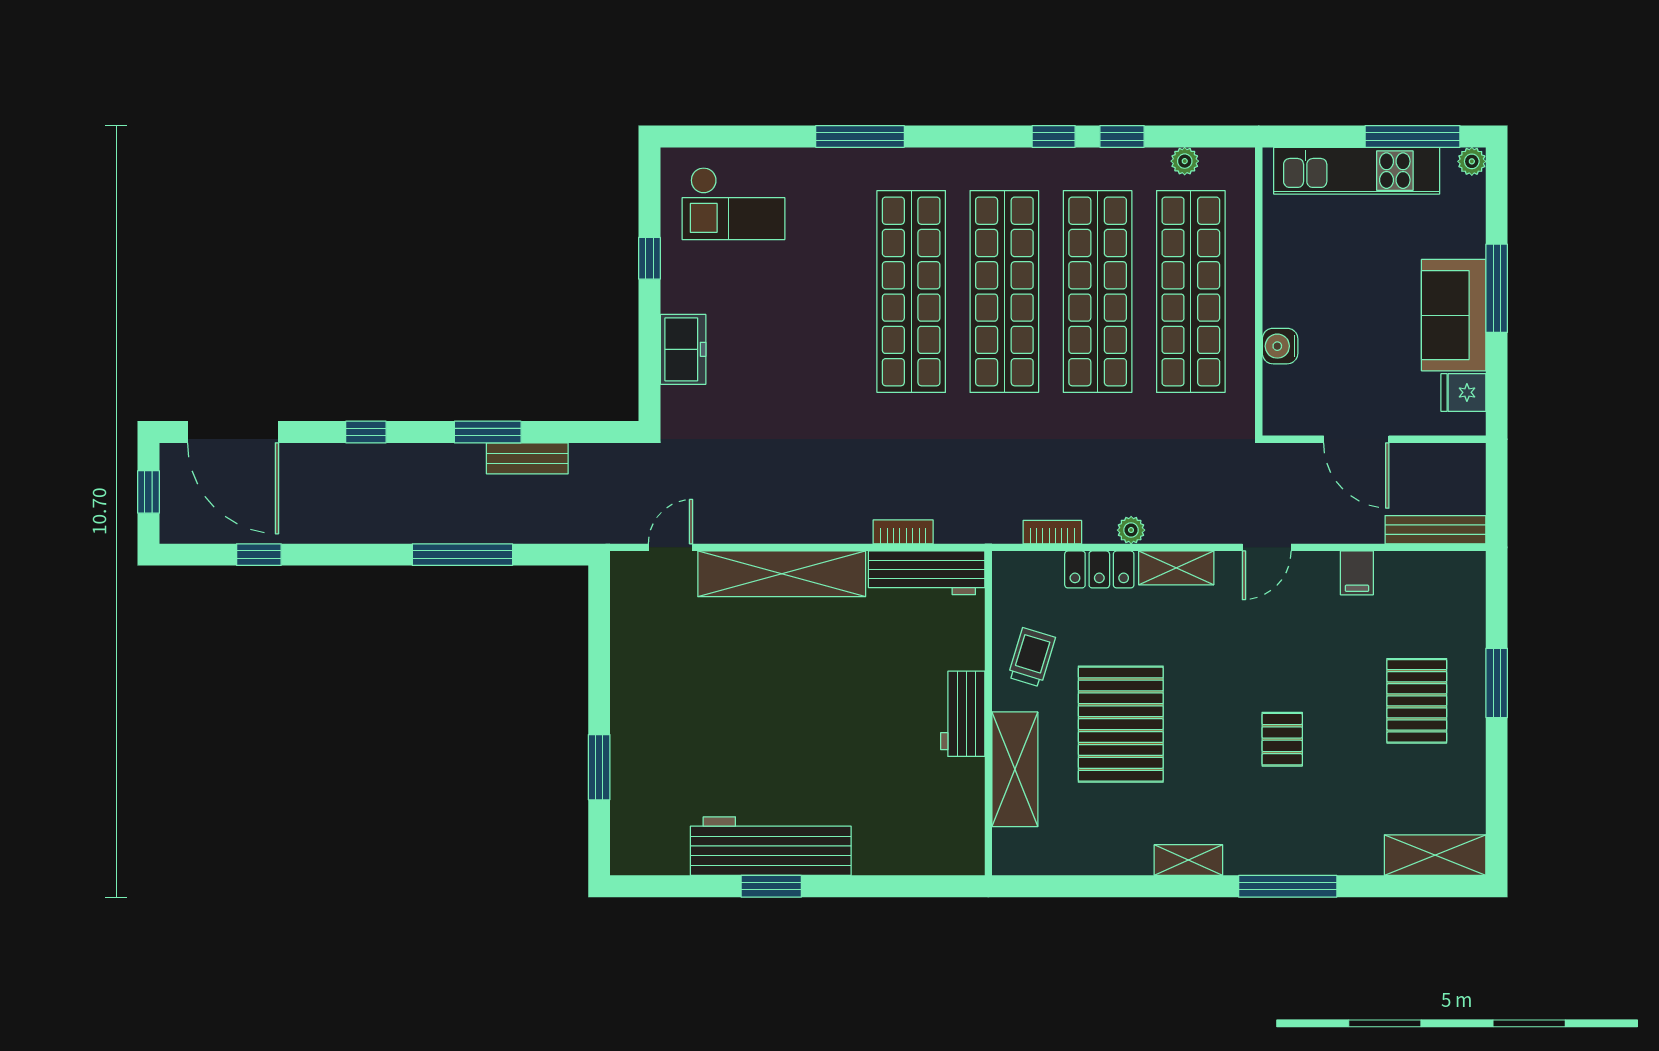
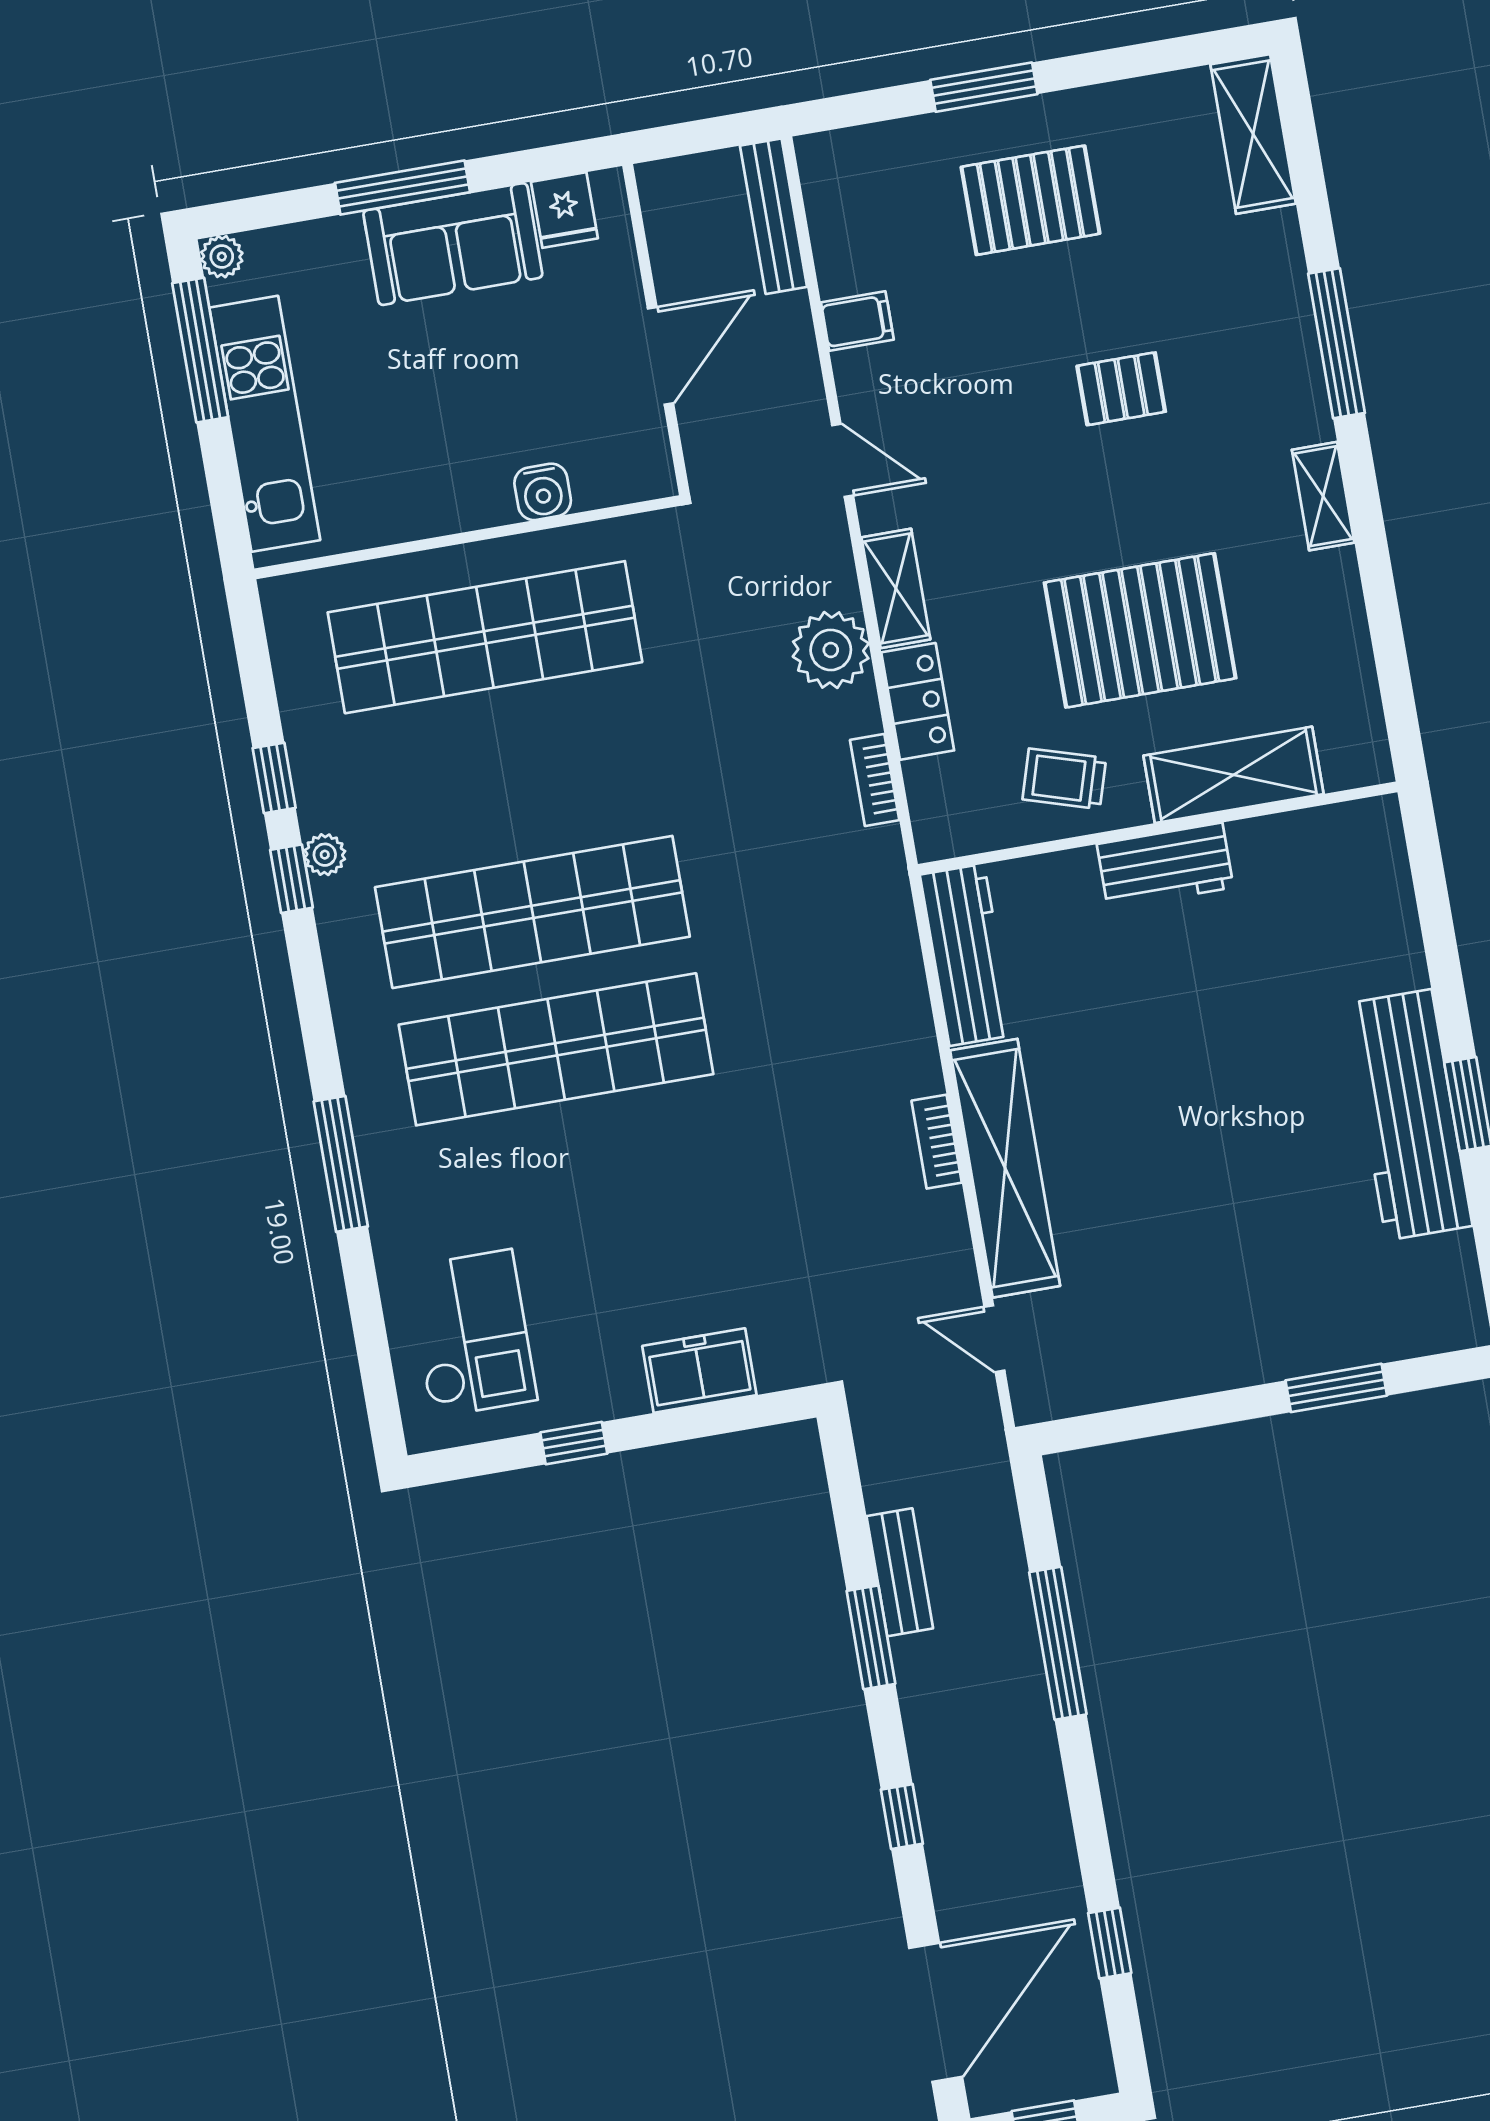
plant: (1185, 161) -> (325, 855), moved
shop shelf: (1098, 291) -> (509, 775), removed
plant: (1131, 530) -> (831, 650), width x1.88, depth x1.88
bookcase: (903, 532) -> (937, 1142), moved

